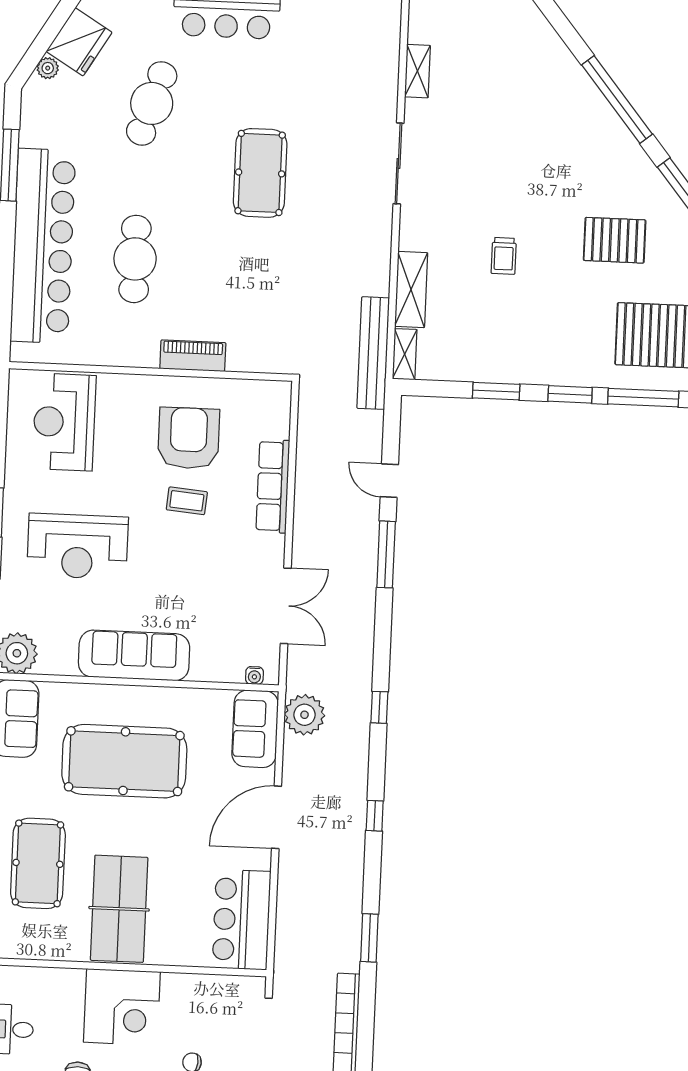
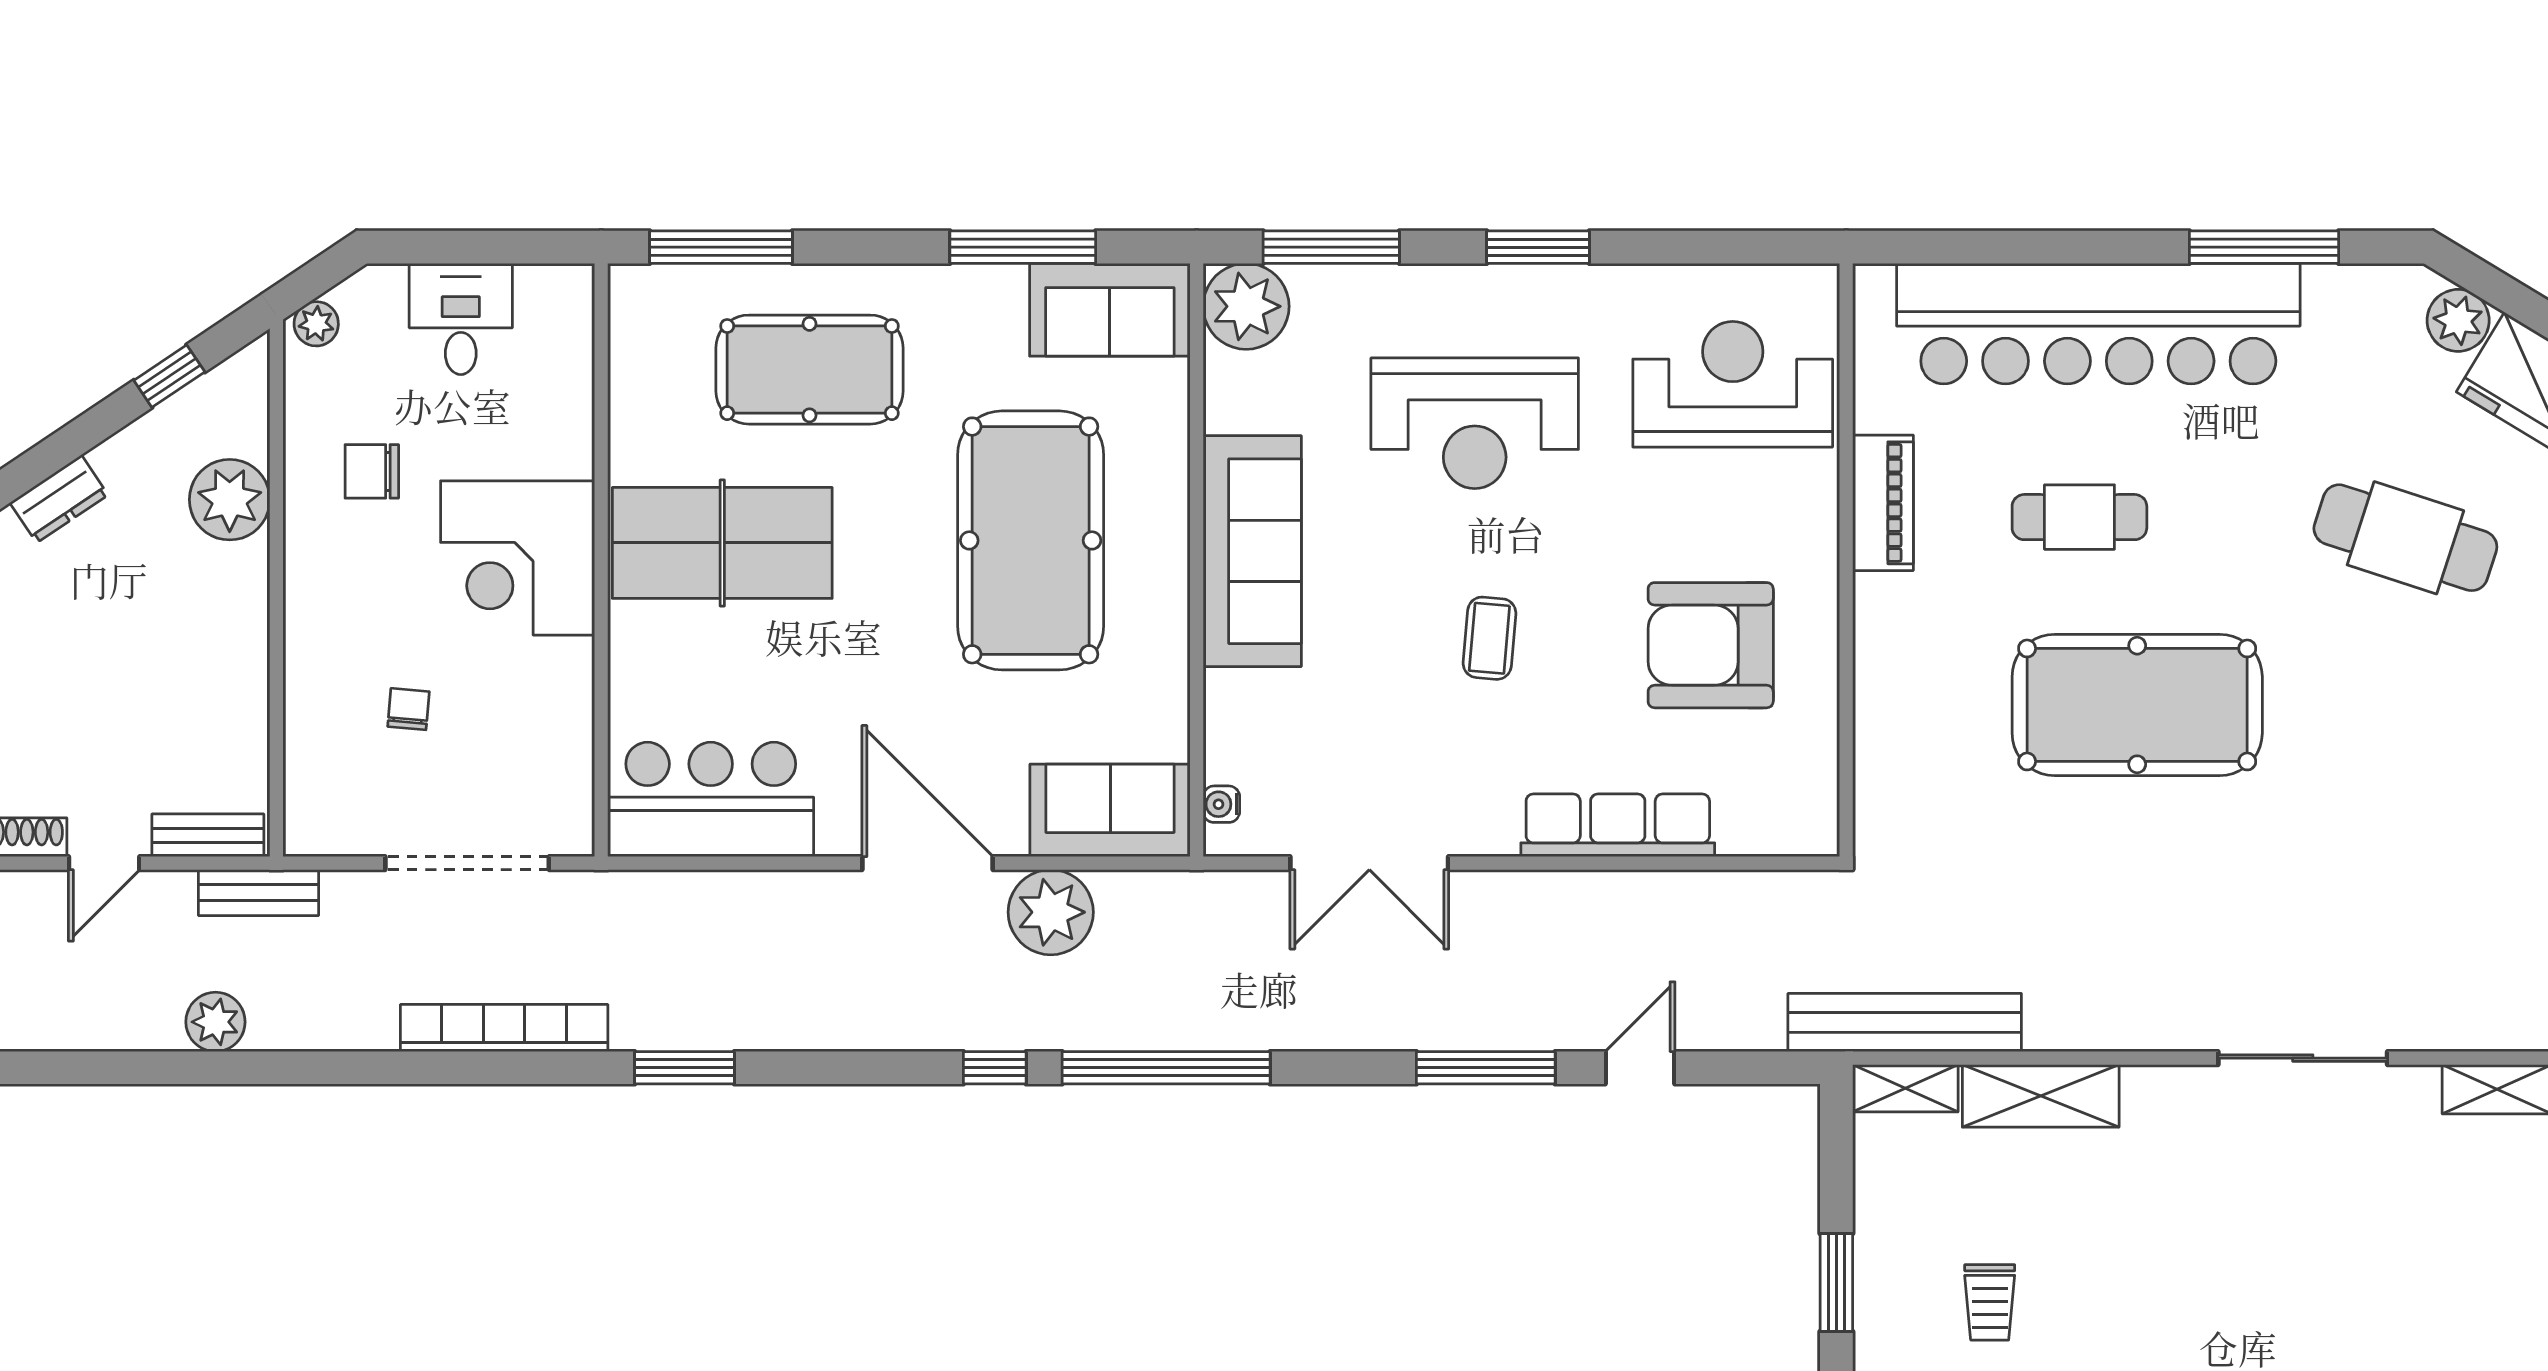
plant: (48, 68) -> (2458, 320), width x1.38, depth x1.38
pool table: (260, 173) -> (2137, 705), moved, width x1.36, depth x1.32
trolley: (504, 256) -> (1990, 1302), moved, turned -90
cafe table: (135, 259) -> (2079, 517), width x0.73, depth x0.74
piano: (193, 356) -> (1883, 503), moved
armchair: (189, 438) -> (1711, 645), turned 180
coffee table: (187, 501) -> (1489, 638), moved
reception desk: (78, 546) -> (1475, 423), turned -90
window: (379, 707) -> (1166, 1068), width x3.17
plant: (305, 715) -> (1051, 912), moved
window: (375, 816) -> (995, 1068), moved

